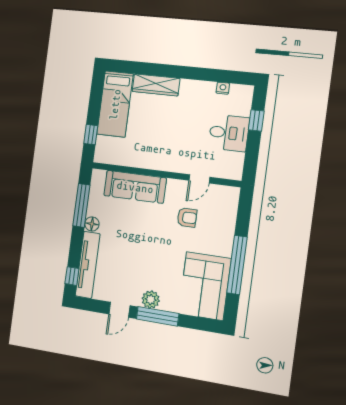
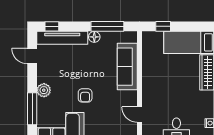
armchair: (187, 218) -> (85, 95), moved
door: (119, 310) -> (32, 56), moved
window: (158, 316) -> (32, 109), moved

